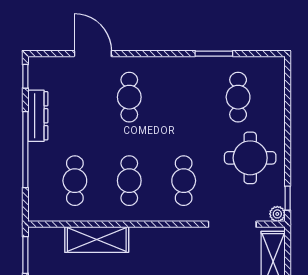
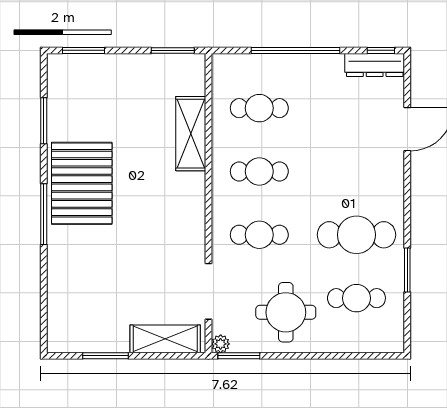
cafe table: (129, 97) -> (356, 235), moved, width x1.37, depth x1.35
dresser: (38, 116) -> (375, 65), moved
window: (288, 198) -> (239, 356), width x1.50

